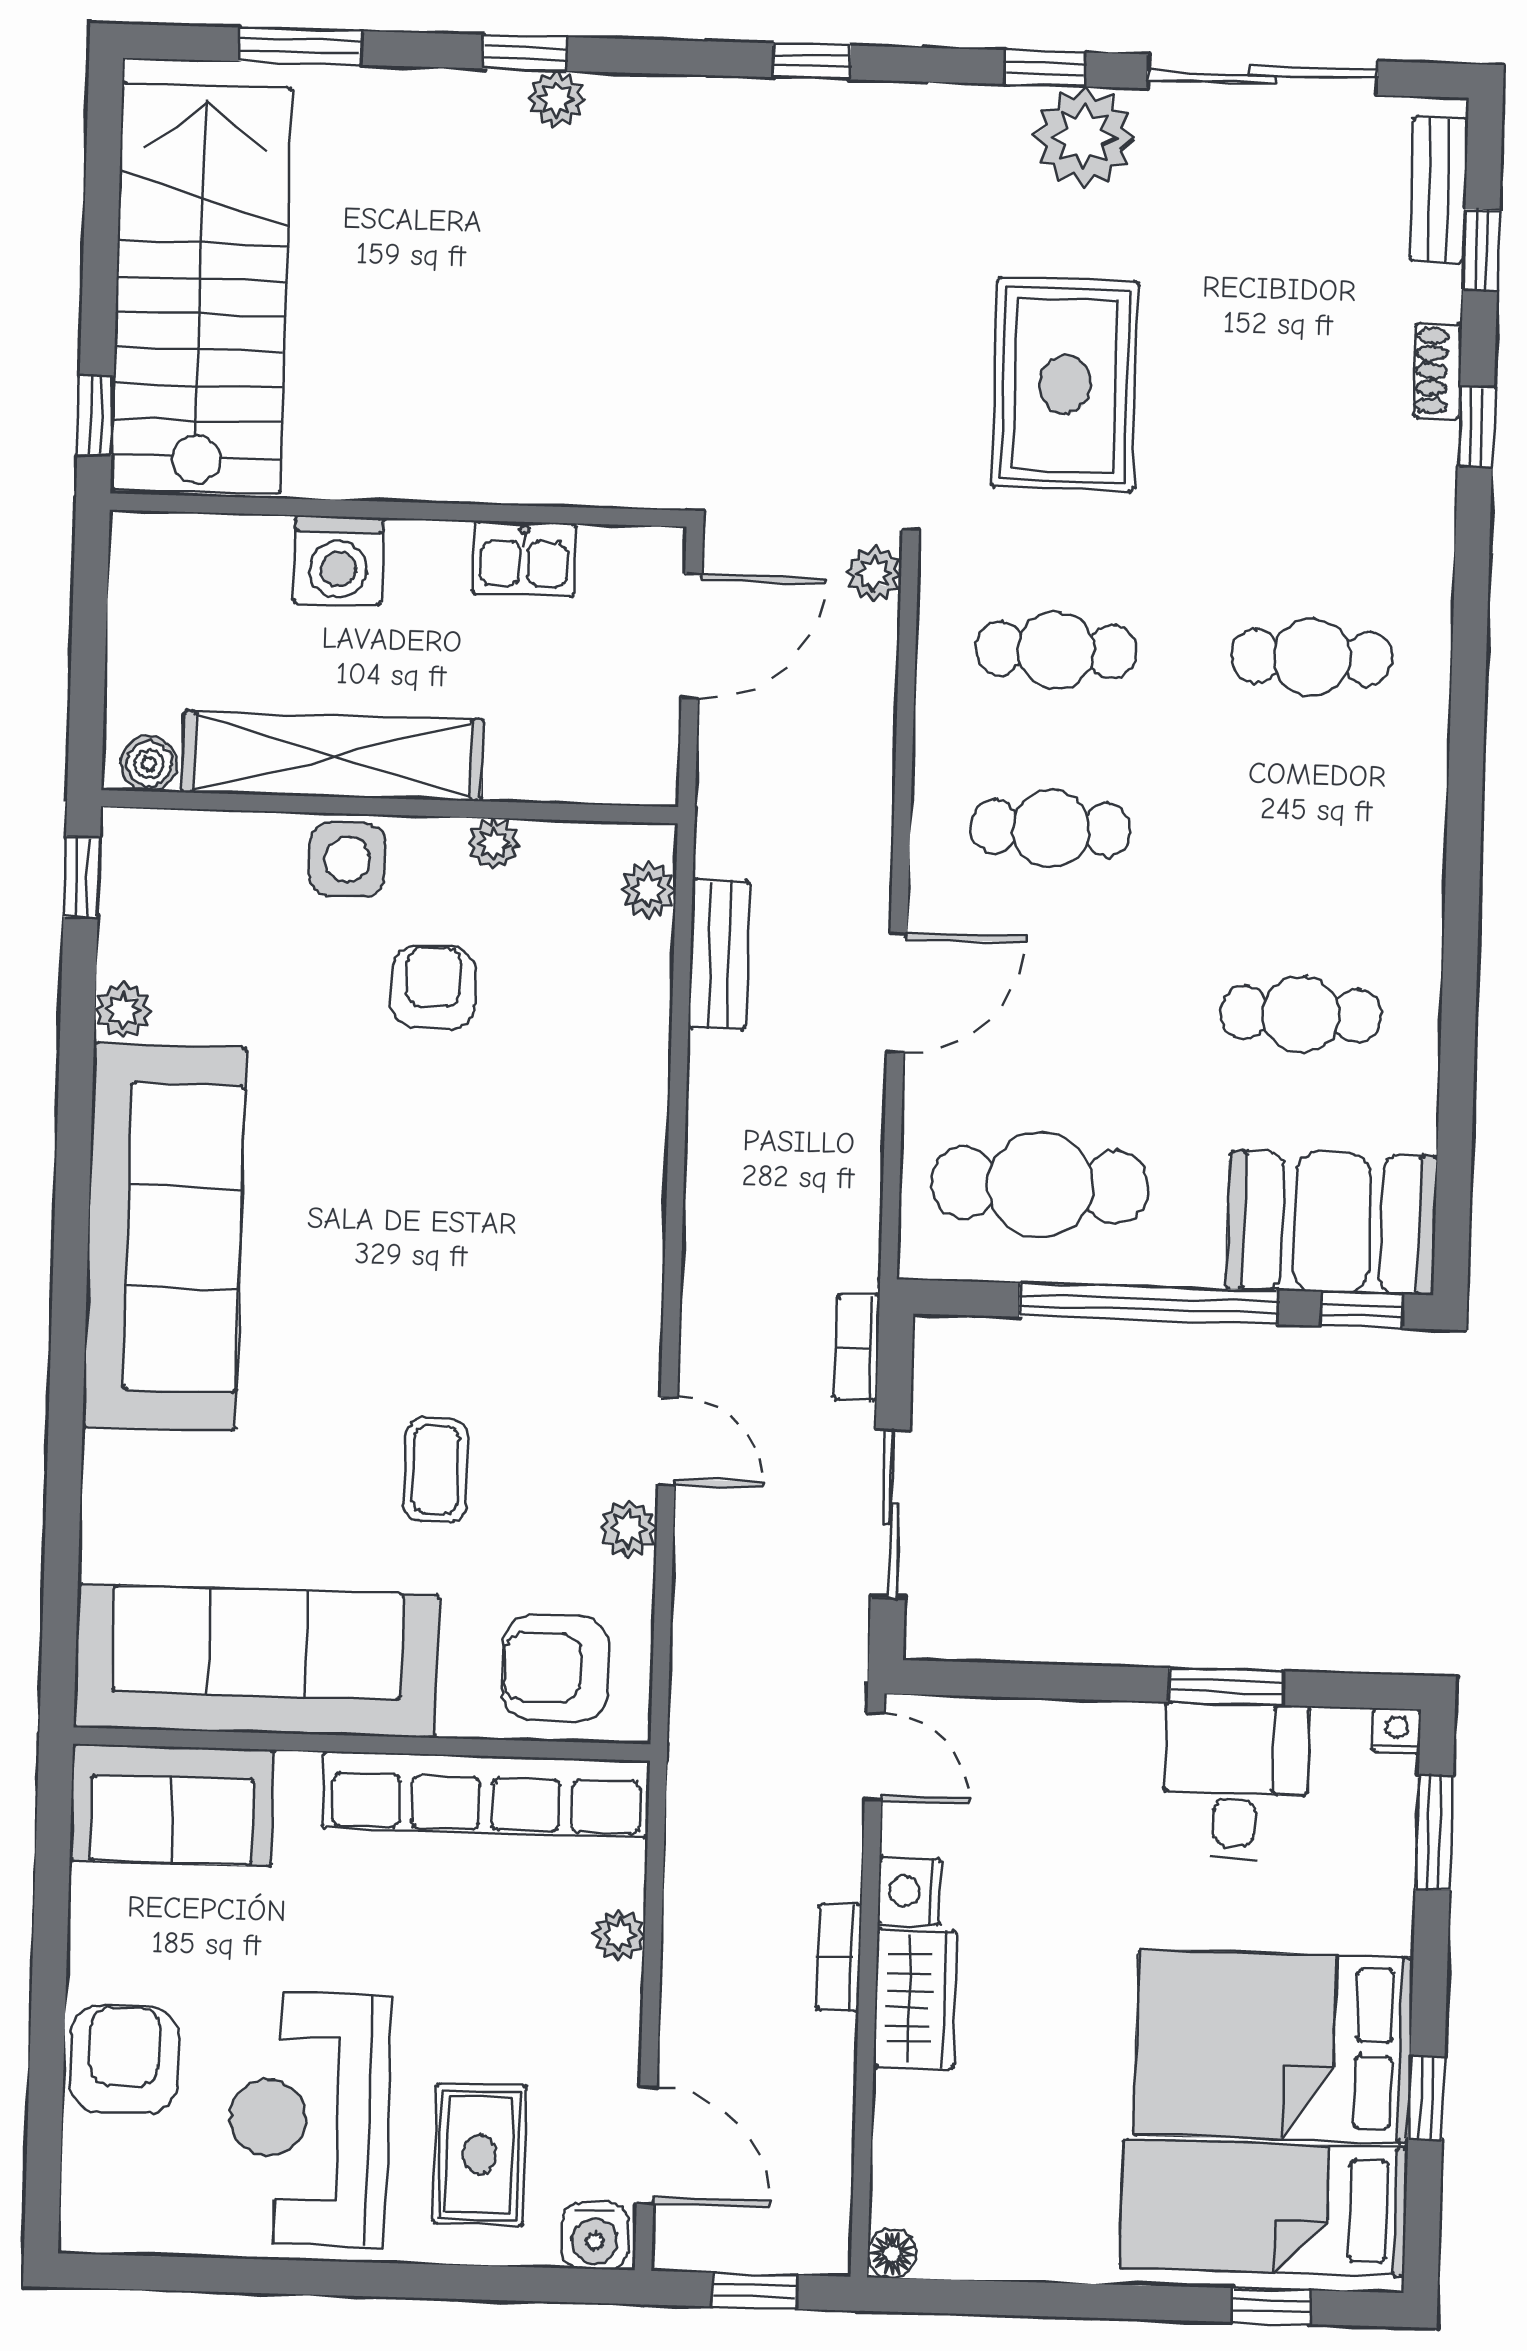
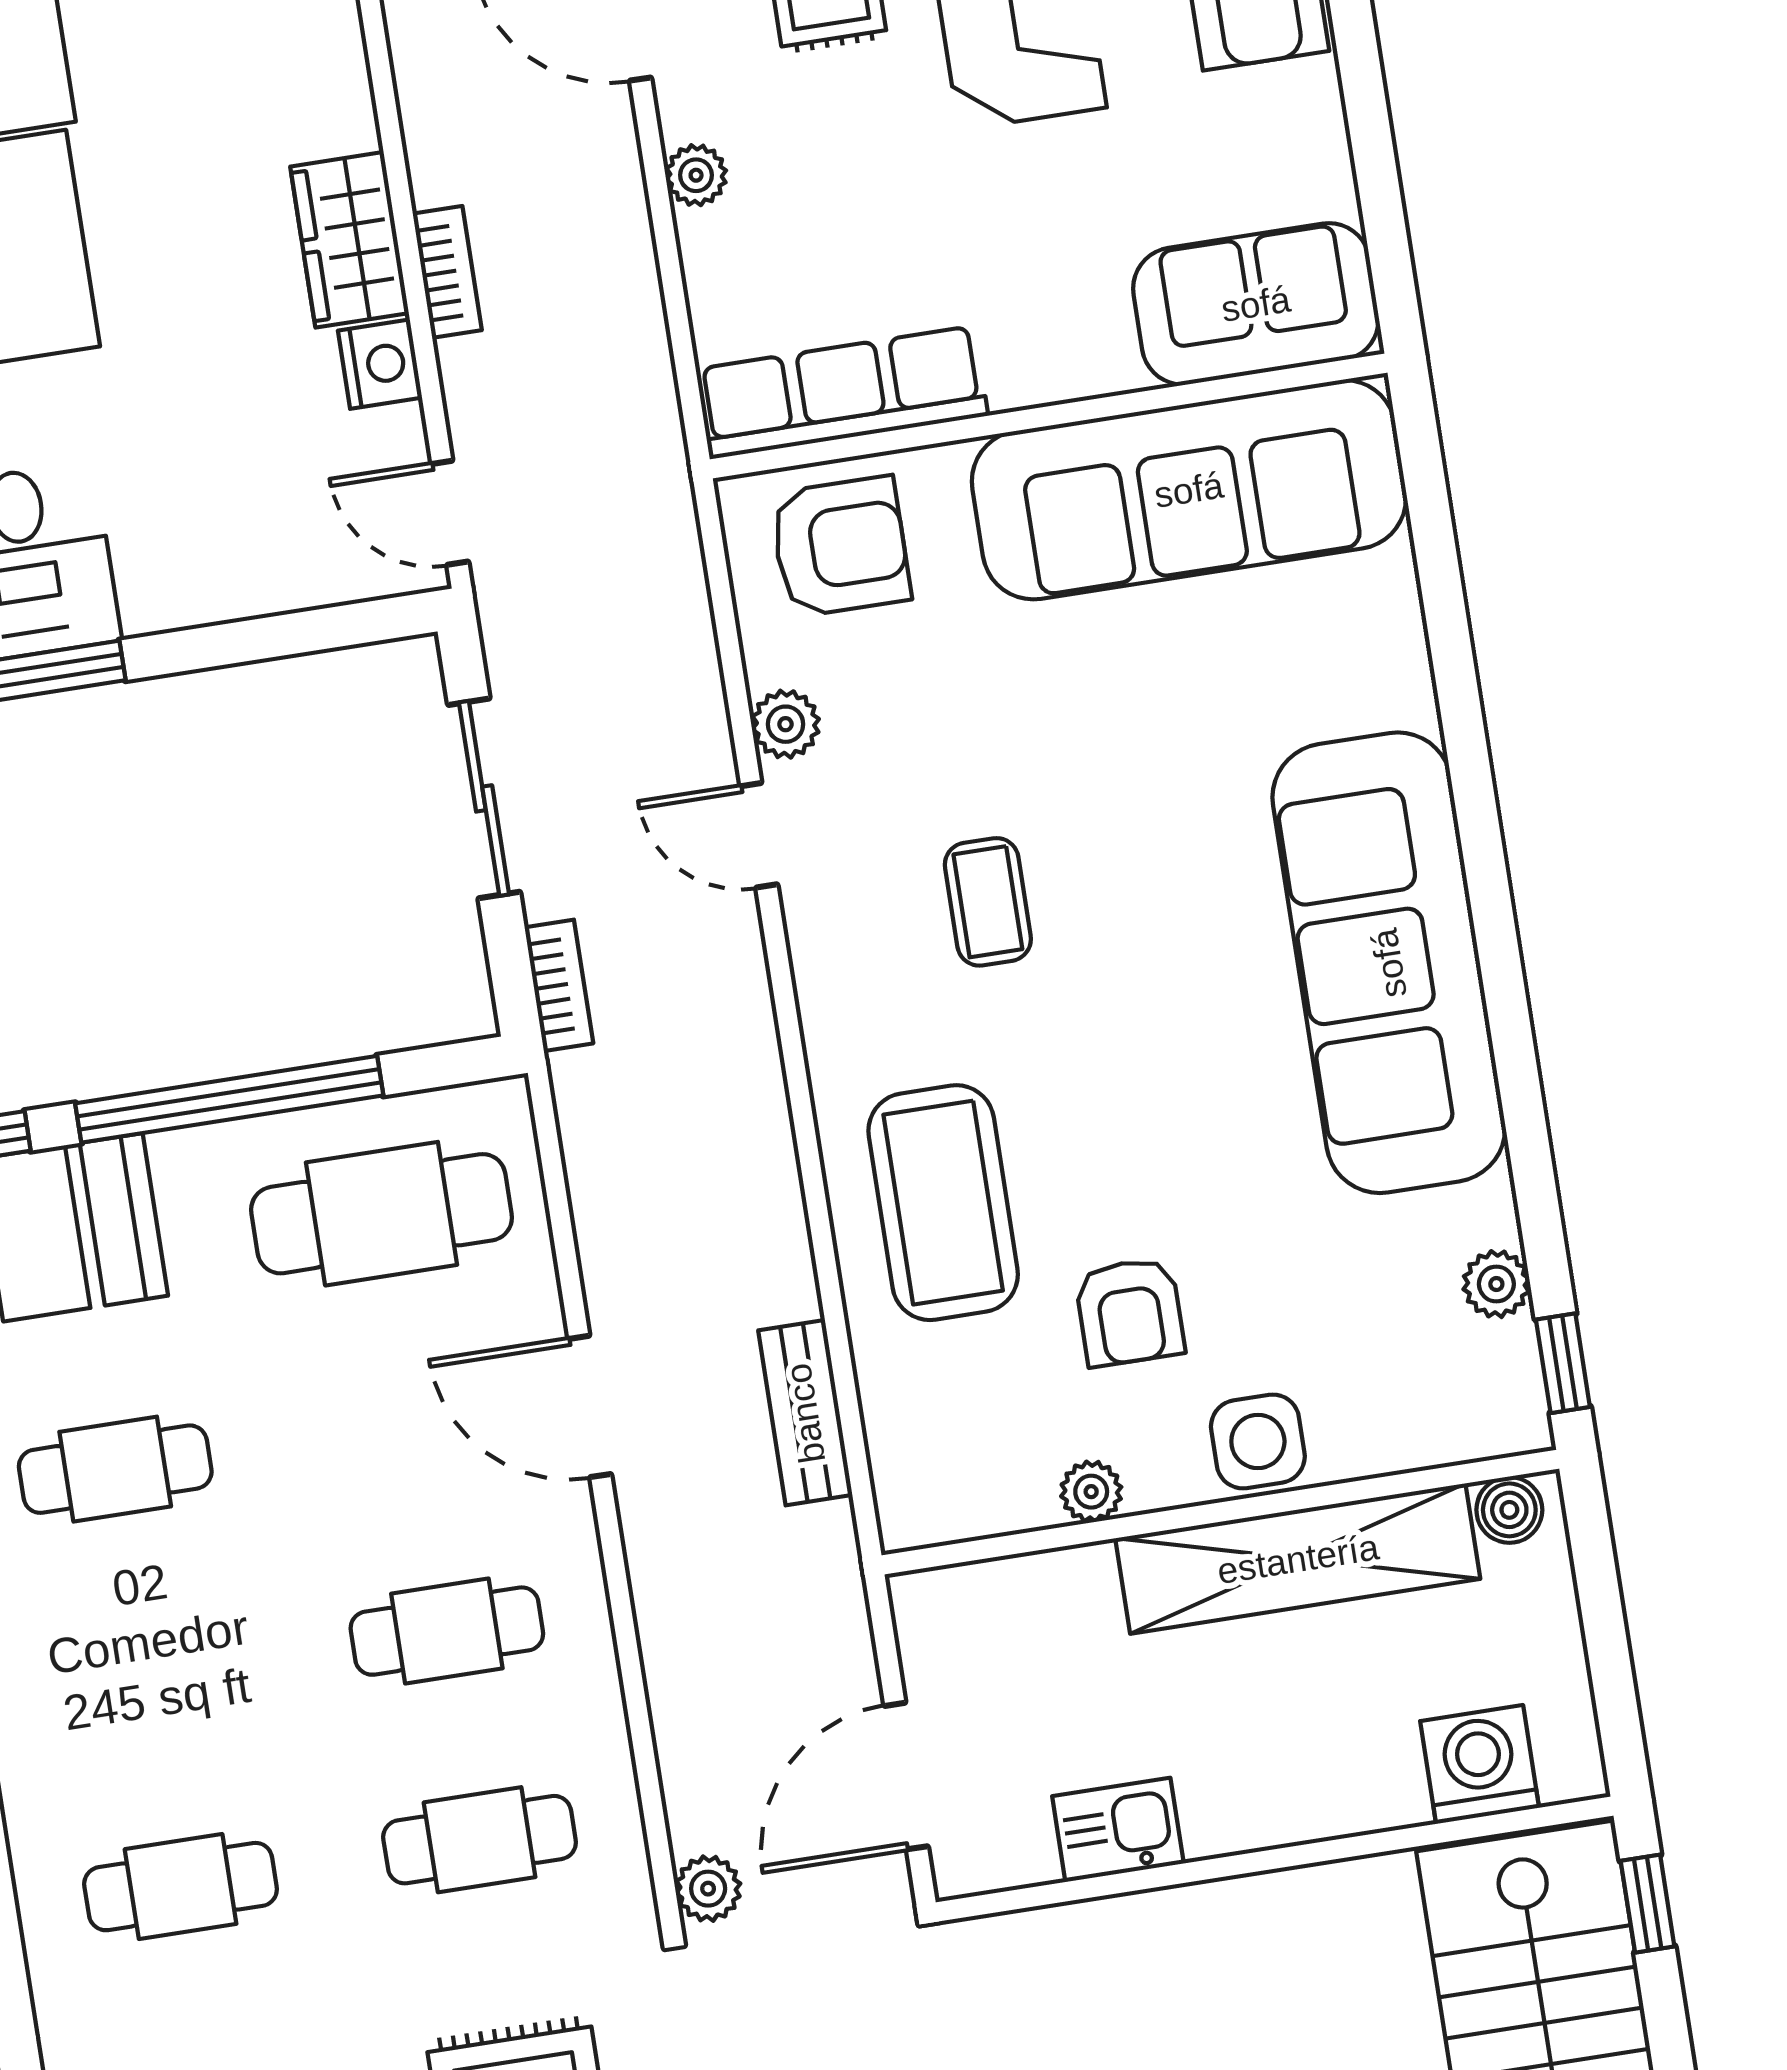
washing machine: (338, 560) -> (1480, 1764), moved
plant: (648, 890) -> (901, 1471), removed
door: (897, 993) -> (590, 1406), hinge flipped
plant: (123, 1010) -> (1496, 1284), moved
coffee table: (572, 1107) -> (943, 1203), added
coffee table: (436, 1470) -> (988, 902), moved
row of seats: (486, 1794) -> (842, 393), width x0.73
plant: (619, 1935) -> (696, 175), moved

